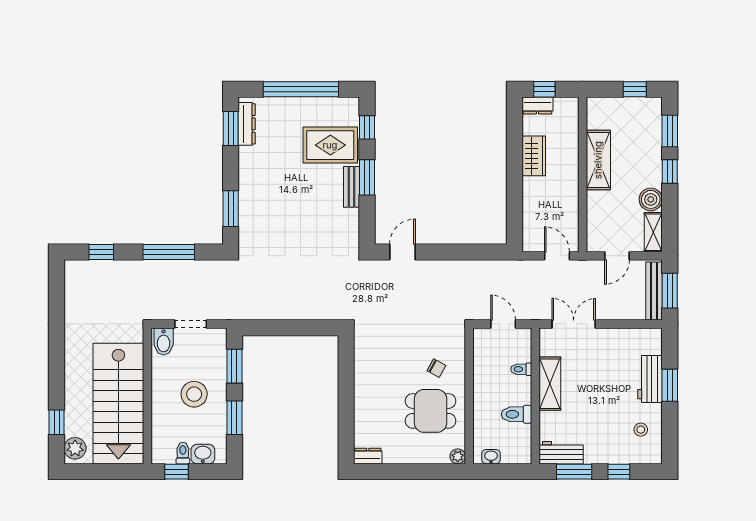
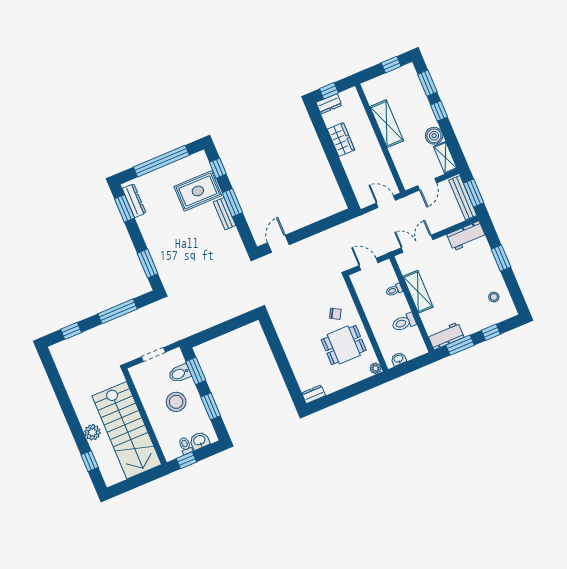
bidet: (164, 341) -> (180, 373), moved, turned 90
workbench: (650, 379) -> (466, 236), moved, turned -90
plant: (75, 448) -> (92, 432), moved

